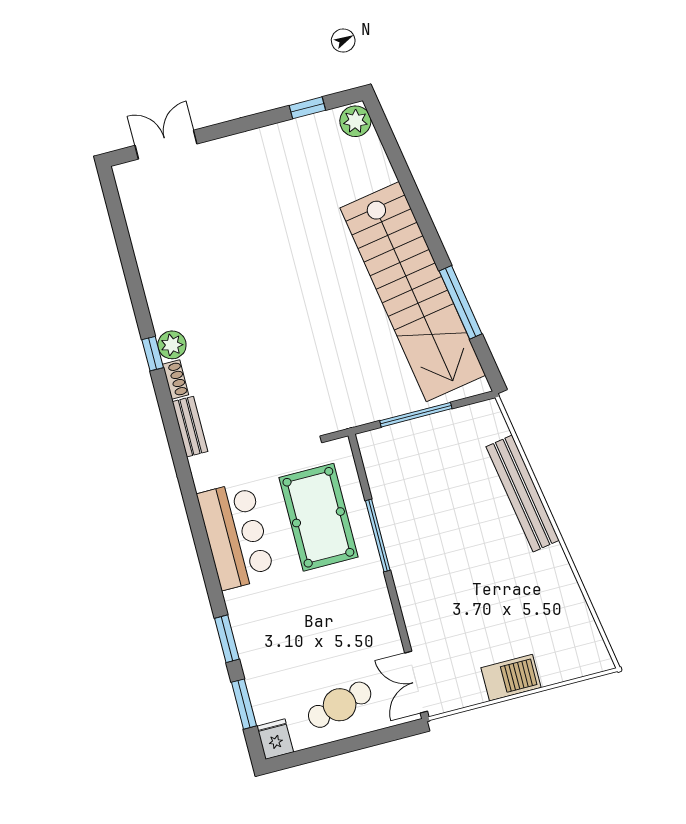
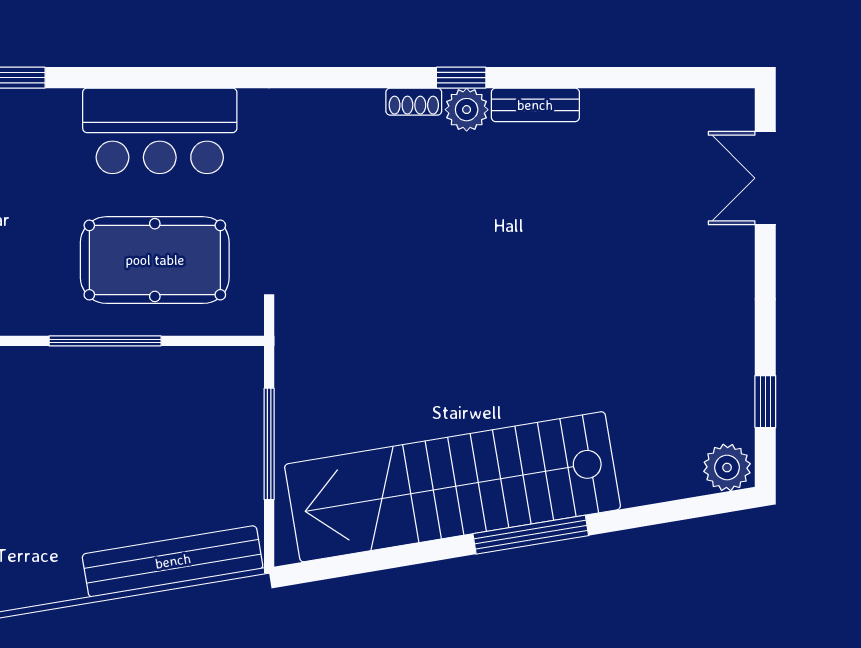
double door: (166, 145) -> (765, 178), swing flipped
window: (461, 302) -> (531, 535), moved
bench: (190, 427) -> (535, 105), moved
bench: (523, 493) -> (173, 561), moved

